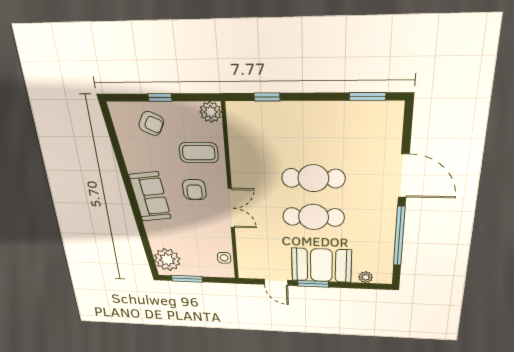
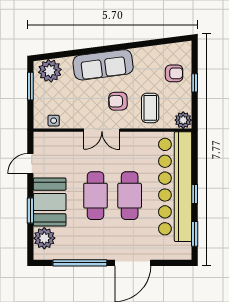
window: (267, 97) -> (195, 194), moved
bar counter: (301, 122) -> (175, 187), added
armchair: (151, 123) -> (174, 73), turned -116
sofa: (150, 197) -> (103, 65), width x1.36
plant: (366, 277) -> (44, 238), width x1.88, depth x1.88
window: (313, 284) -> (30, 211), moved

